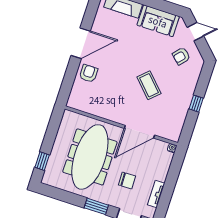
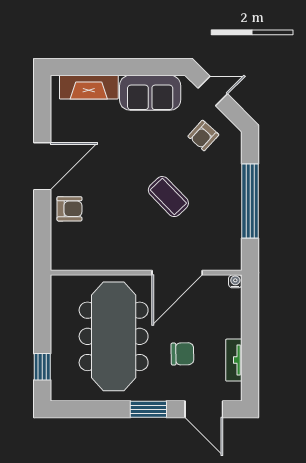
armchair: (88, 73) -> (69, 209), turned 90
window: (196, 104) -> (250, 201), width x3.17

